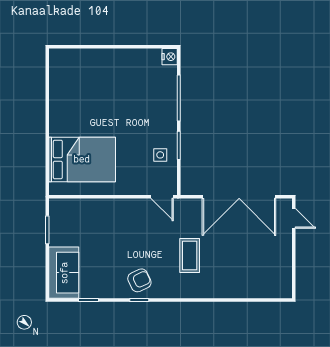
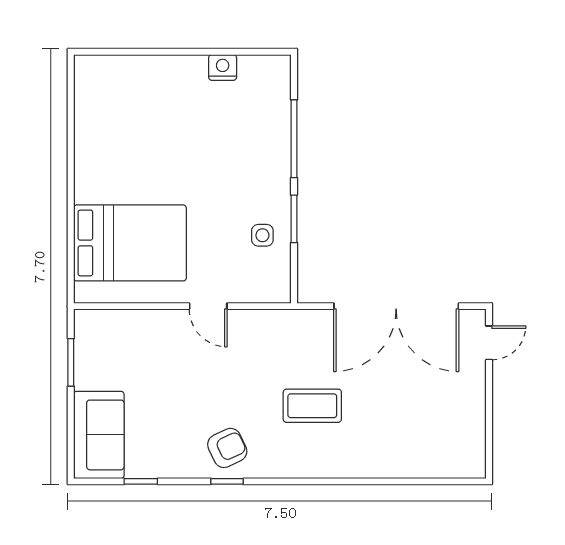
nightstand: (170, 57) -> (223, 67), moved, turned -90
door: (162, 197) -> (208, 306), moved
door: (294, 218) -> (489, 343), hinge flipped
coffee table: (190, 255) -> (312, 406), turned 90

